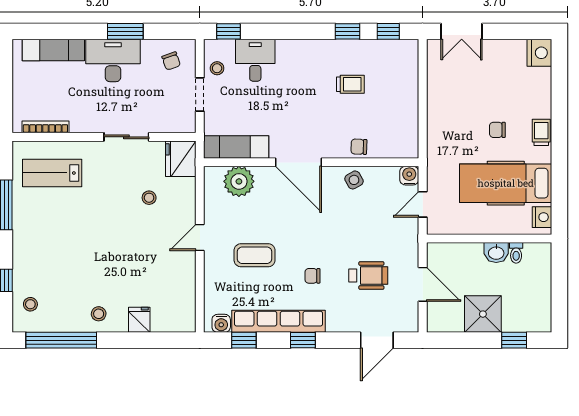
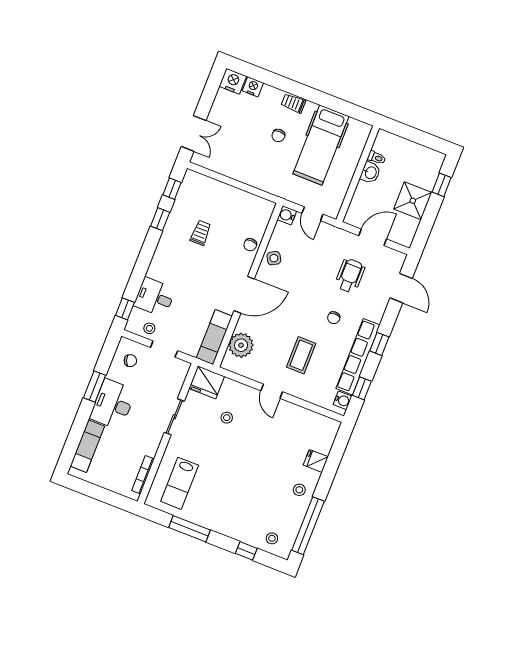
nightstand: (542, 217) -> (253, 87), moved

